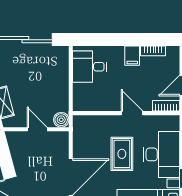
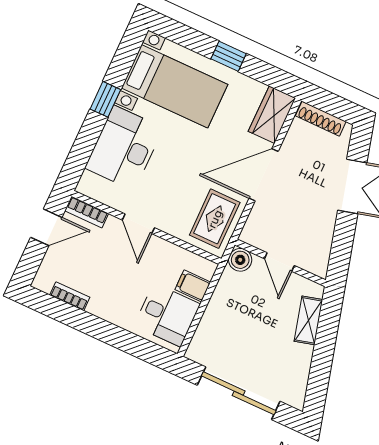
filing cabinet: (132, 56) -> (193, 286), moved, turned -90
rug: (122, 154) -> (215, 219), moved

